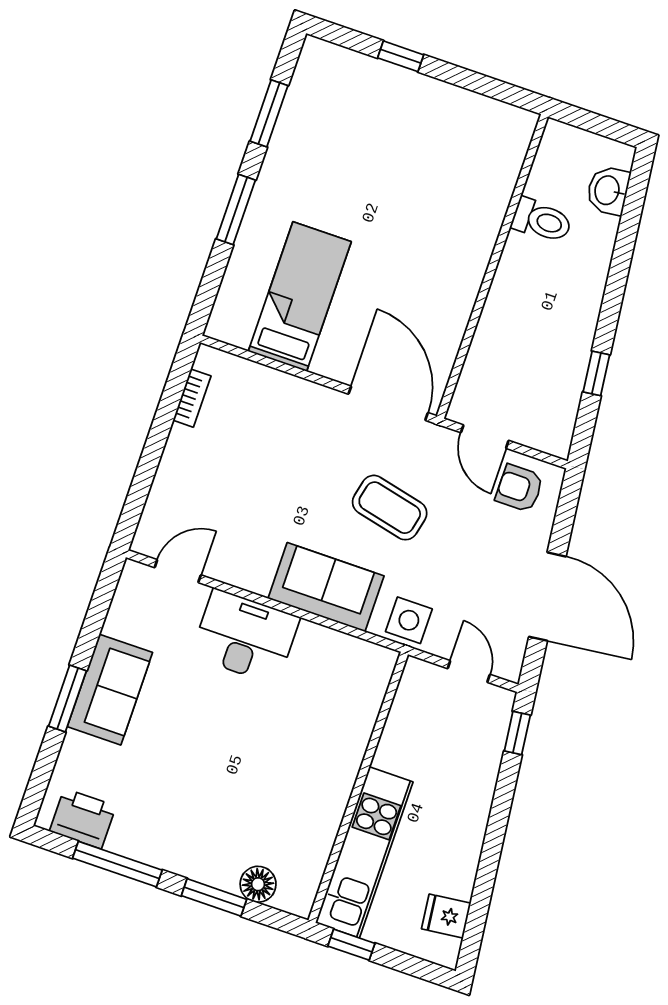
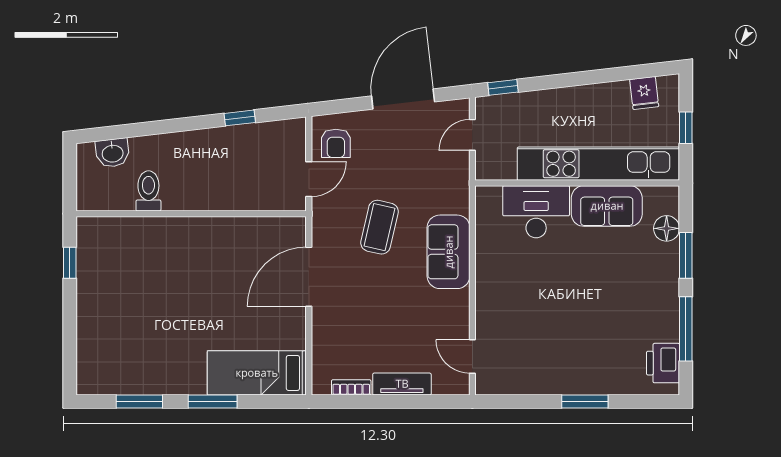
window: (401, 56) -> (70, 263), moved
bed: (300, 296) -> (257, 373), moved
door: (388, 403) -> (309, 277), moved
tv unit: (173, 466) -> (402, 384), added
side table: (409, 620) -> (452, 188), removed
desk: (245, 637) -> (536, 212), moved, turned 90
sofa: (110, 690) -> (607, 206), moved, turned 180
kitchen unit: (364, 852) -> (598, 164), width x1.36
window: (351, 945) -> (686, 128), moved

